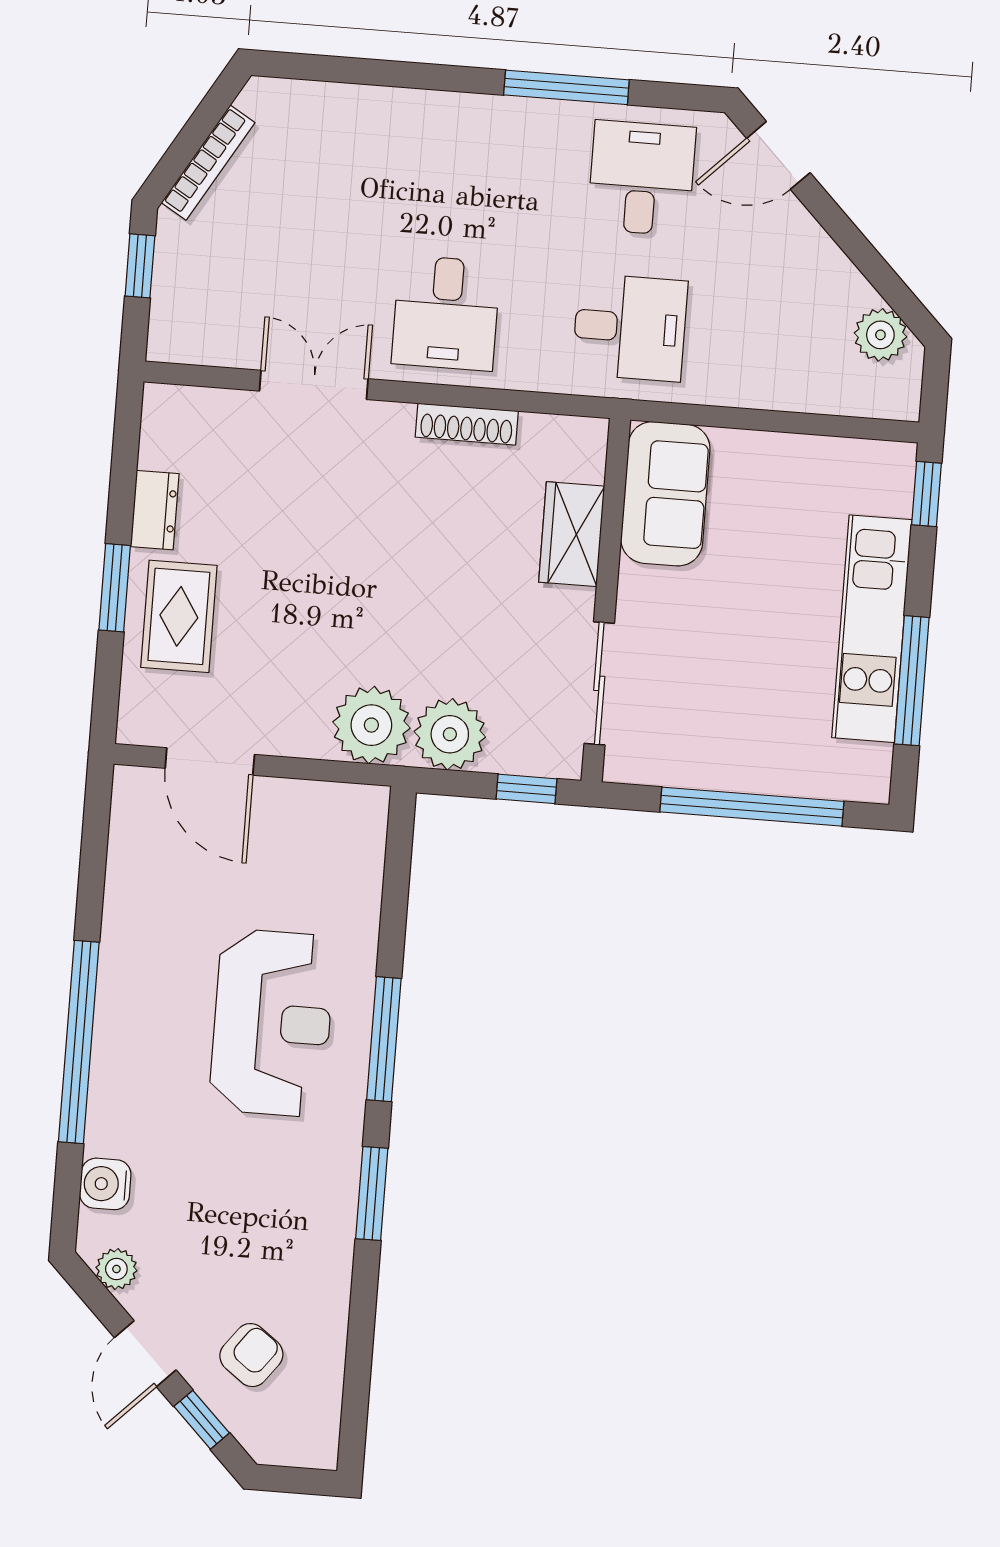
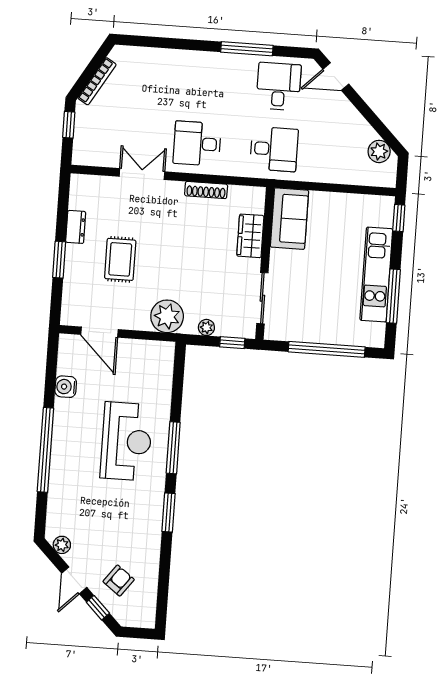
desk: (446, 313) -> (197, 144), turned 90
rug: (179, 616) -> (120, 259), moved
plant: (450, 734) -> (206, 327), width x0.53, depth x0.53
water cooler: (105, 1184) -> (66, 387), moved

